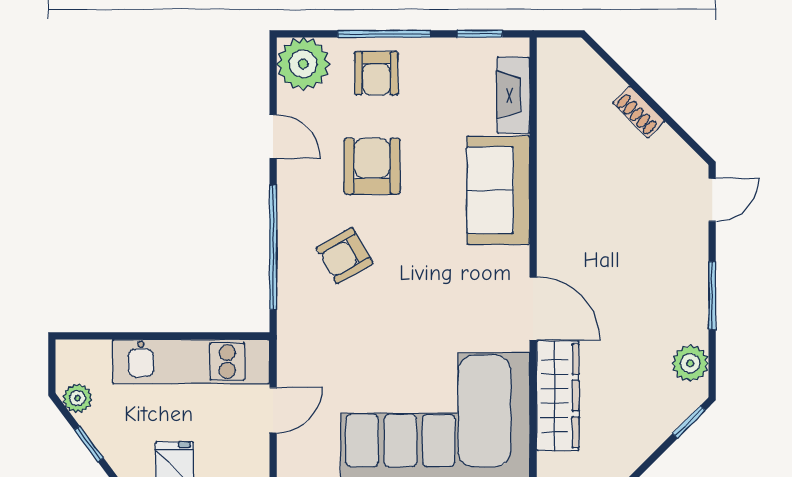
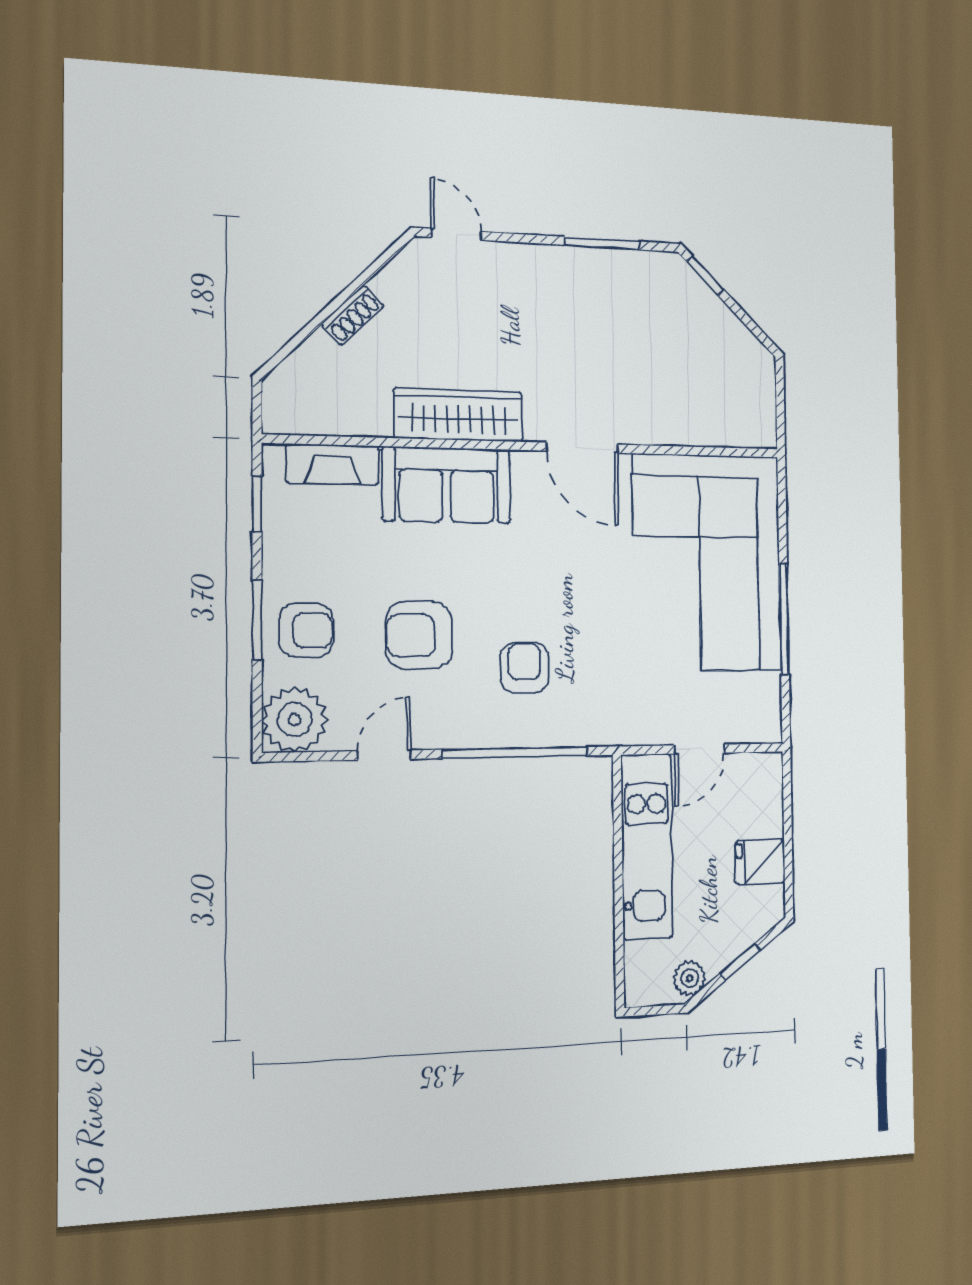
window: (384, 34) -> (257, 620), width x0.69
armchair: (345, 256) -> (524, 668), turned -150
window: (712, 296) -> (602, 243), moved
door: (533, 309) -> (582, 448), swing flipped
plant: (690, 363) -> (641, 270), removed
wardrobe: (558, 396) -> (459, 415), moved
door: (273, 410) -> (699, 749), swing flipped

